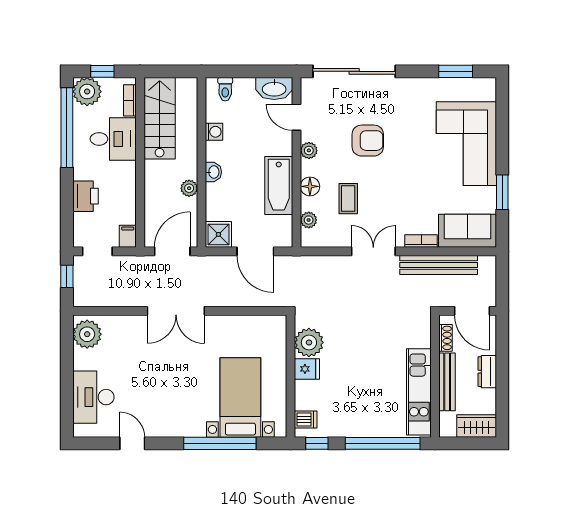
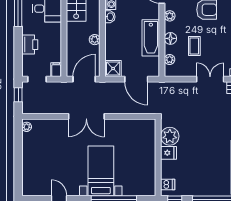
washbasin: (213, 172) -> (110, 17), moved
plant: (87, 334) -> (27, 127), width x0.53, depth x0.53
desk: (93, 397) -> (35, 170), removed
bed with nightstands: (240, 398) -> (101, 171), moved

